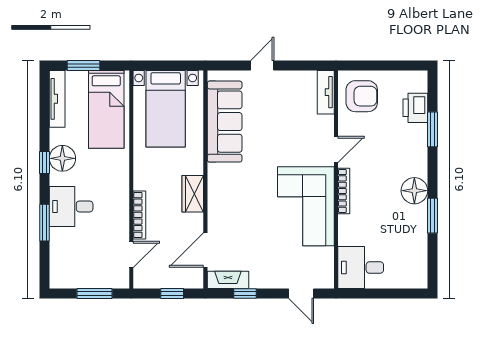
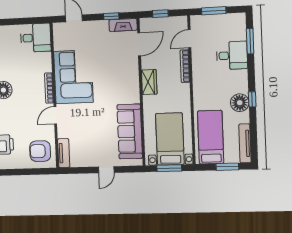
window: (168, 65) -> (169, 168), added
desk: (71, 206) -> (232, 55), moved
window: (44, 223) -> (250, 41), moved

